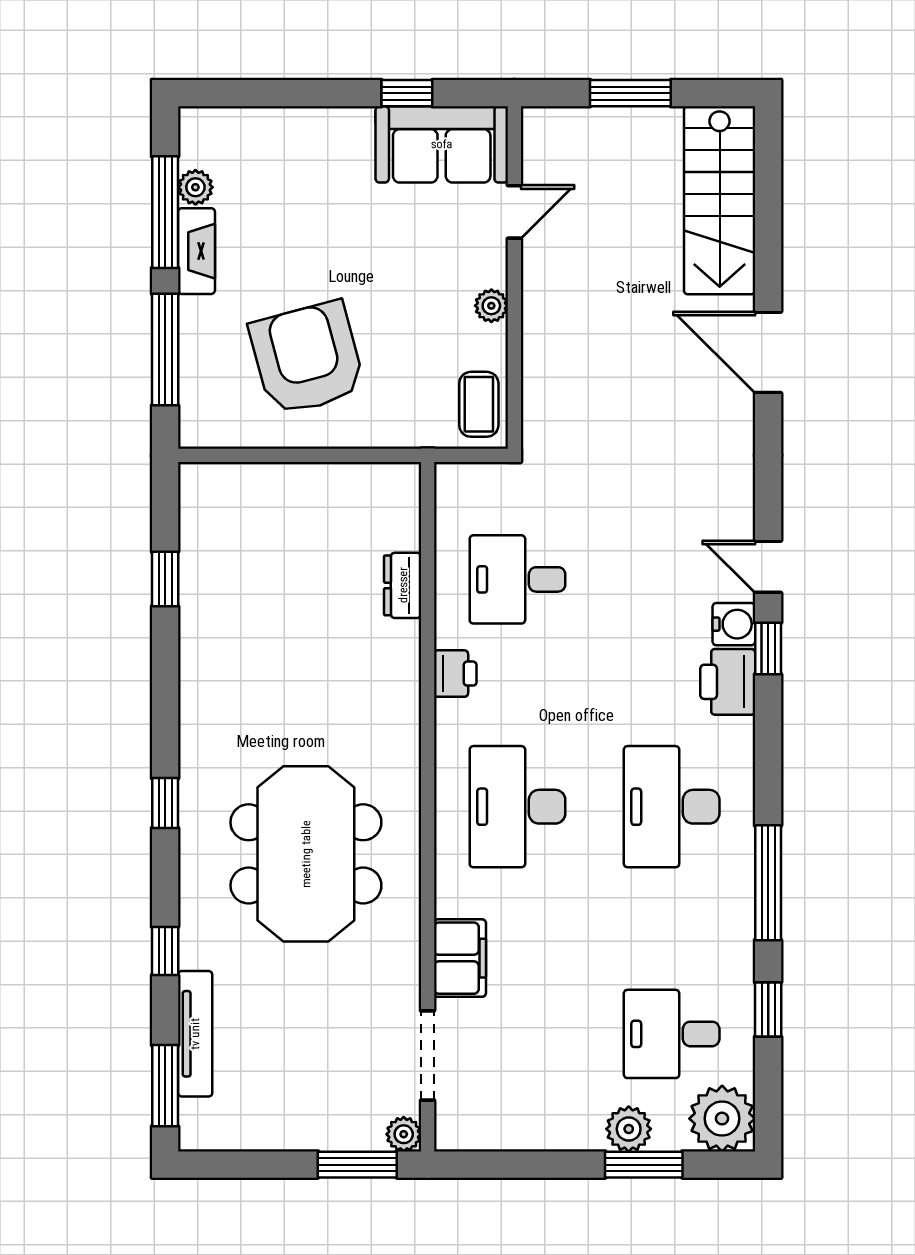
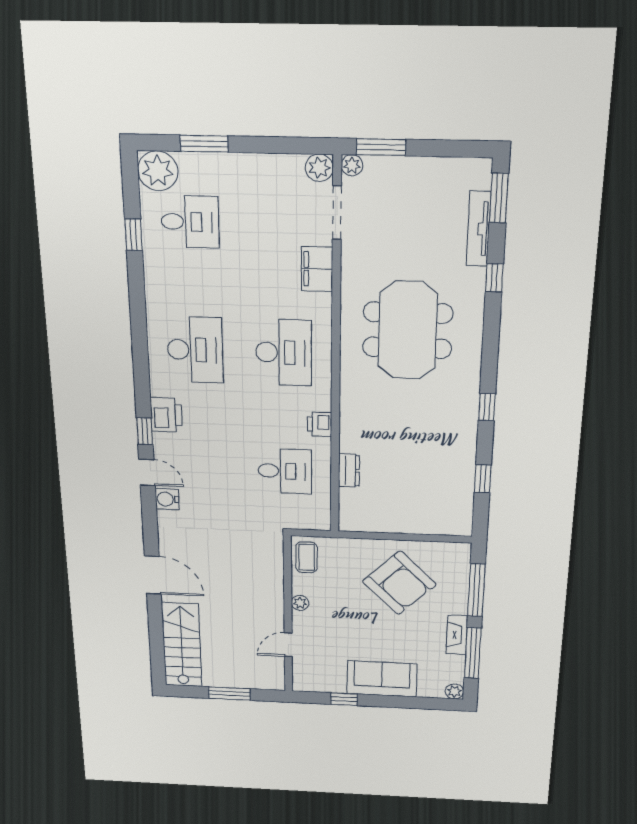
sofa: (442, 144) -> (382, 679), moved
plant: (195, 187) -> (454, 691), moved
armchair: (307, 358) -> (399, 583), turned -30
water cooler: (734, 624) -> (167, 499), moved
window: (165, 803) -> (487, 407), moved
window: (768, 883) -> (138, 307), removed
plant: (629, 1129) -> (319, 168), moved

